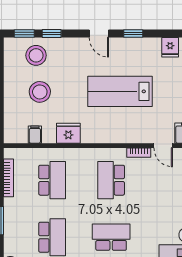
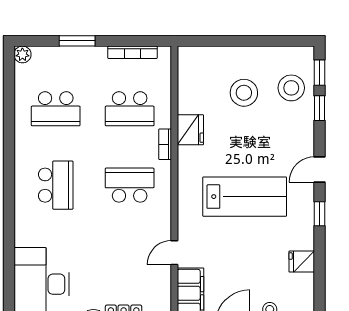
lab bench: (120, 91) -> (245, 197), turned 90
filing cabinet: (35, 135) -> (189, 86), removed
bookcase: (139, 153) -> (165, 144), moved

